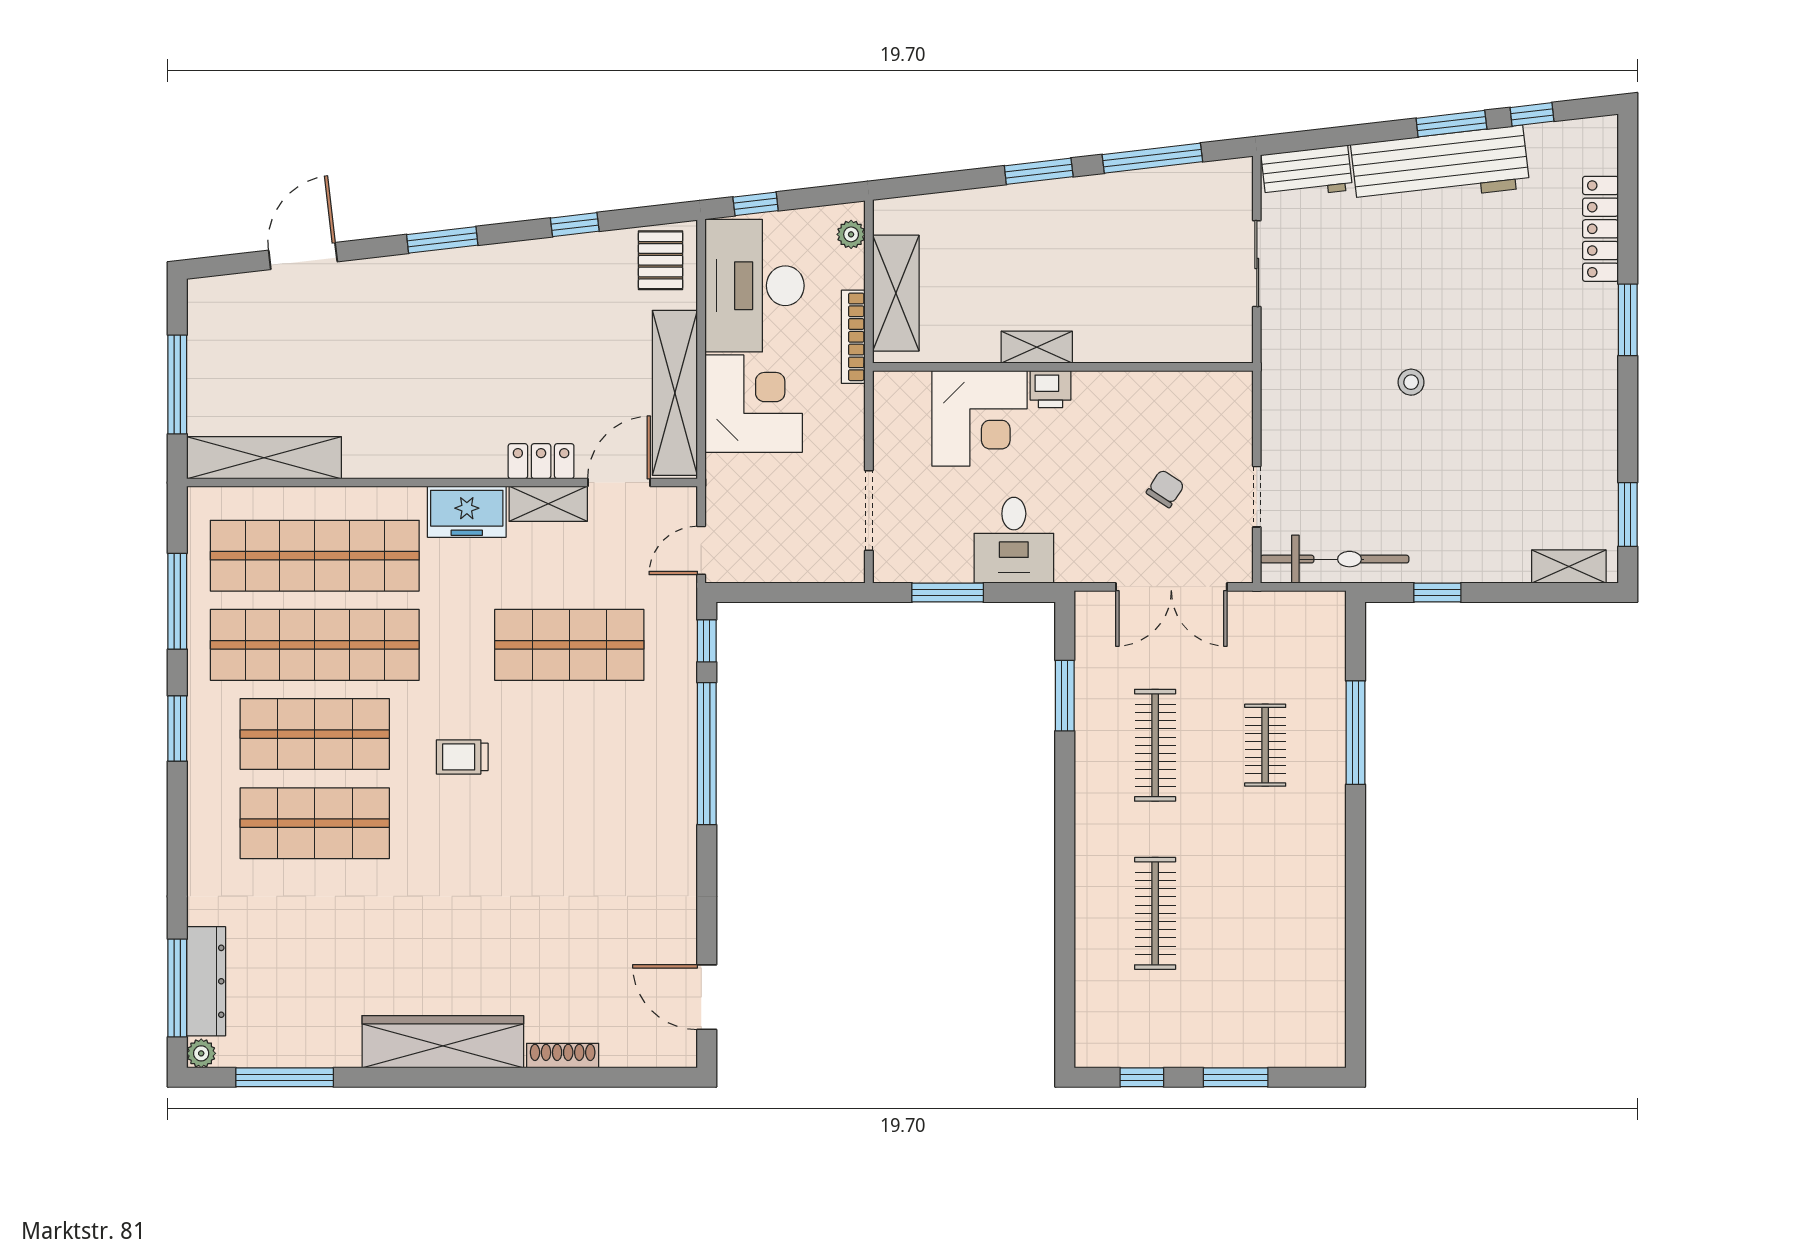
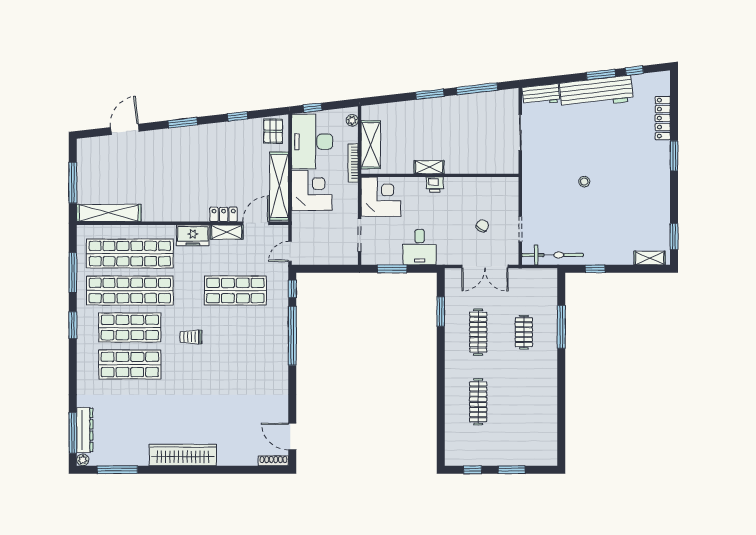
corner desk: (980, 418) -> (381, 197), moved, turned -90
shoe rack: (563, 1056) -> (273, 461), moved

